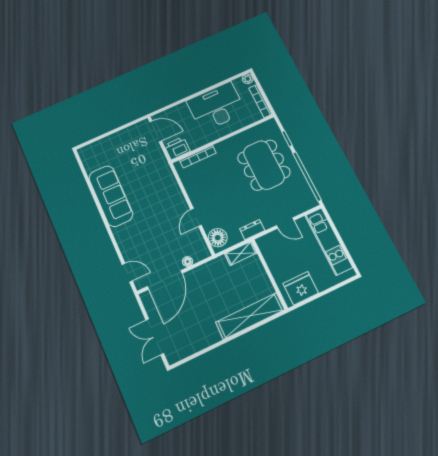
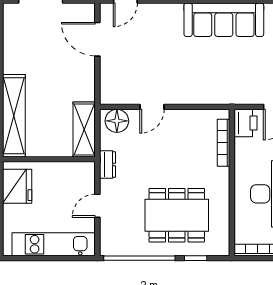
door: (196, 217) -> (152, 107), swing flipped
shelving: (241, 253) -> (84, 129), width x1.50, depth x1.33
floor lamp: (188, 262) -> (106, 74), removed
door: (165, 280) -> (97, 39), width x0.73

